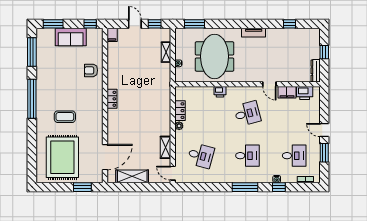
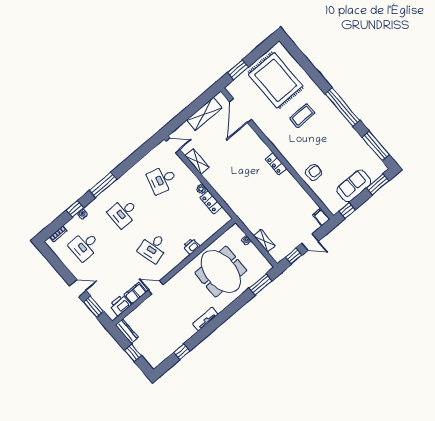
window: (324, 153) -> (94, 307), moved

